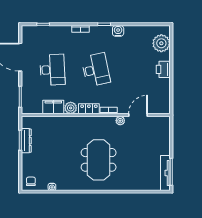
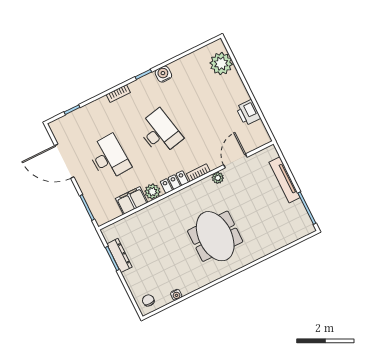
printer: (163, 69) -> (248, 113), moved
tv unit: (165, 173) -> (285, 180), moved

